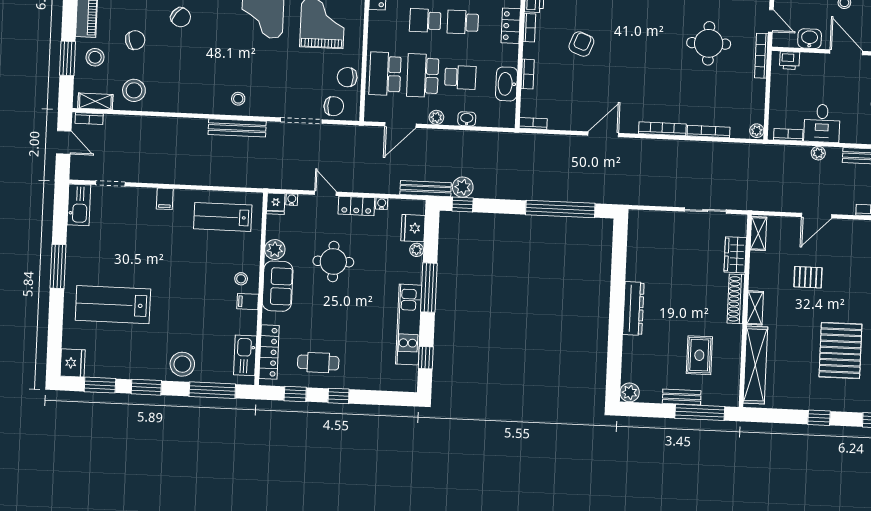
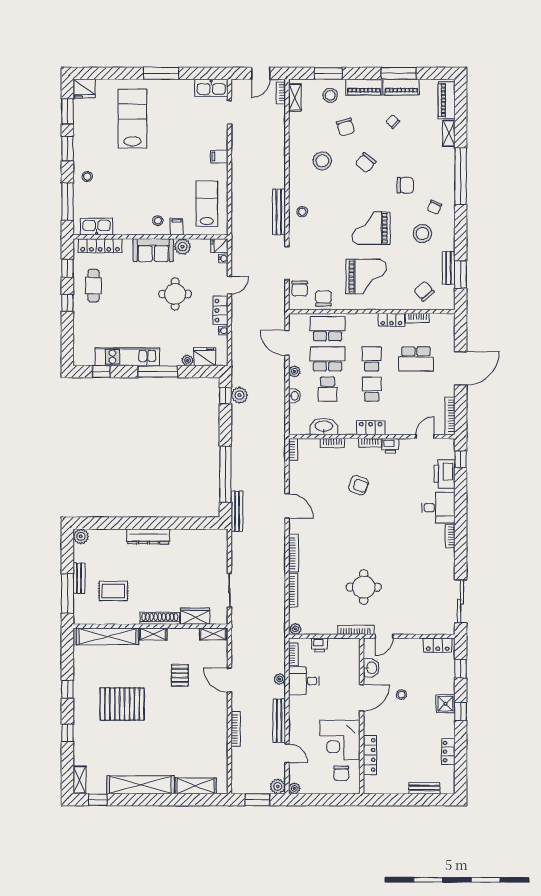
printer: (790, 61) -> (320, 645), moved, turned -90
stool: (134, 90) -> (322, 161), moved
bench: (426, 189) -> (237, 511), moved
filing cabinet: (248, 302) -> (177, 227), moved
stool: (182, 364) -> (87, 177), width x0.53, depth x0.53

